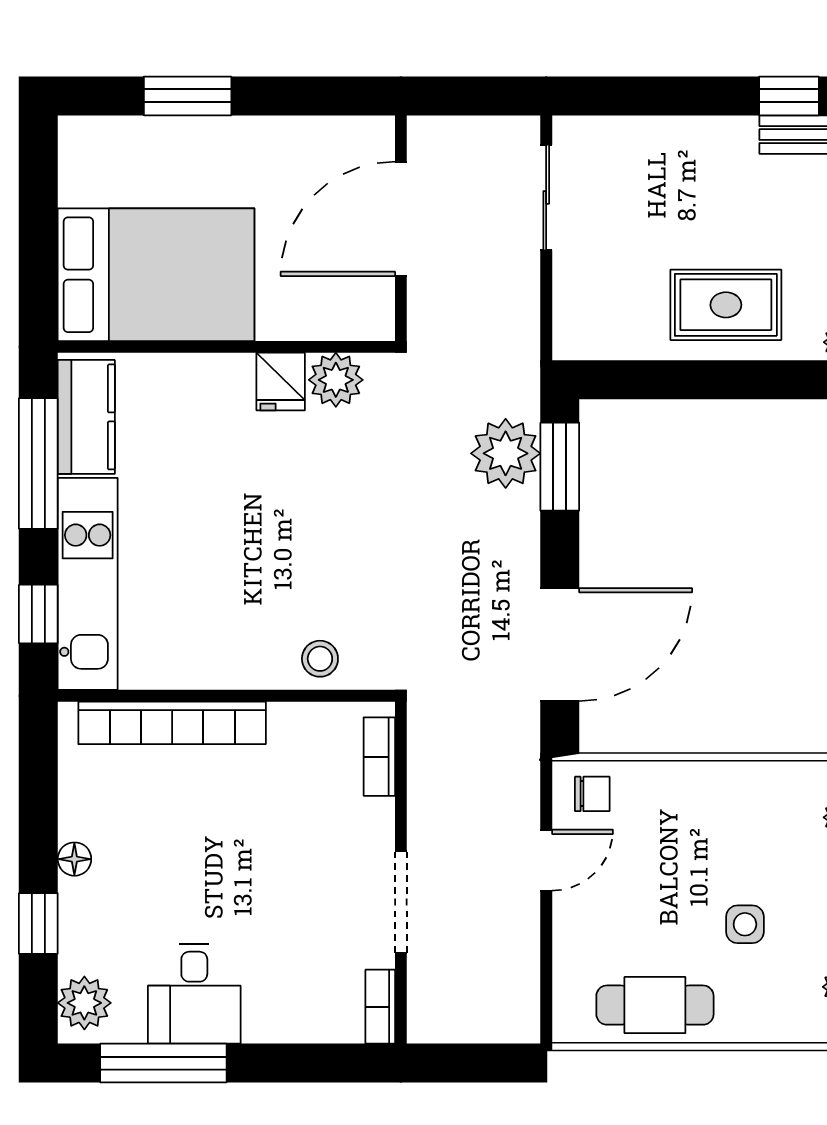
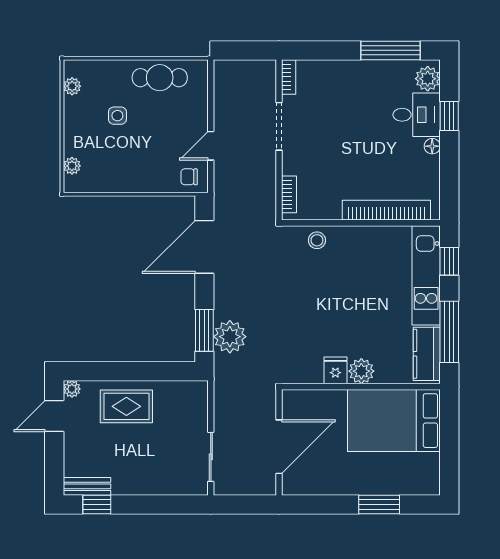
plant: (336, 380) -> (361, 371), moved
desk: (194, 994) -> (417, 115), moved, turned 90

